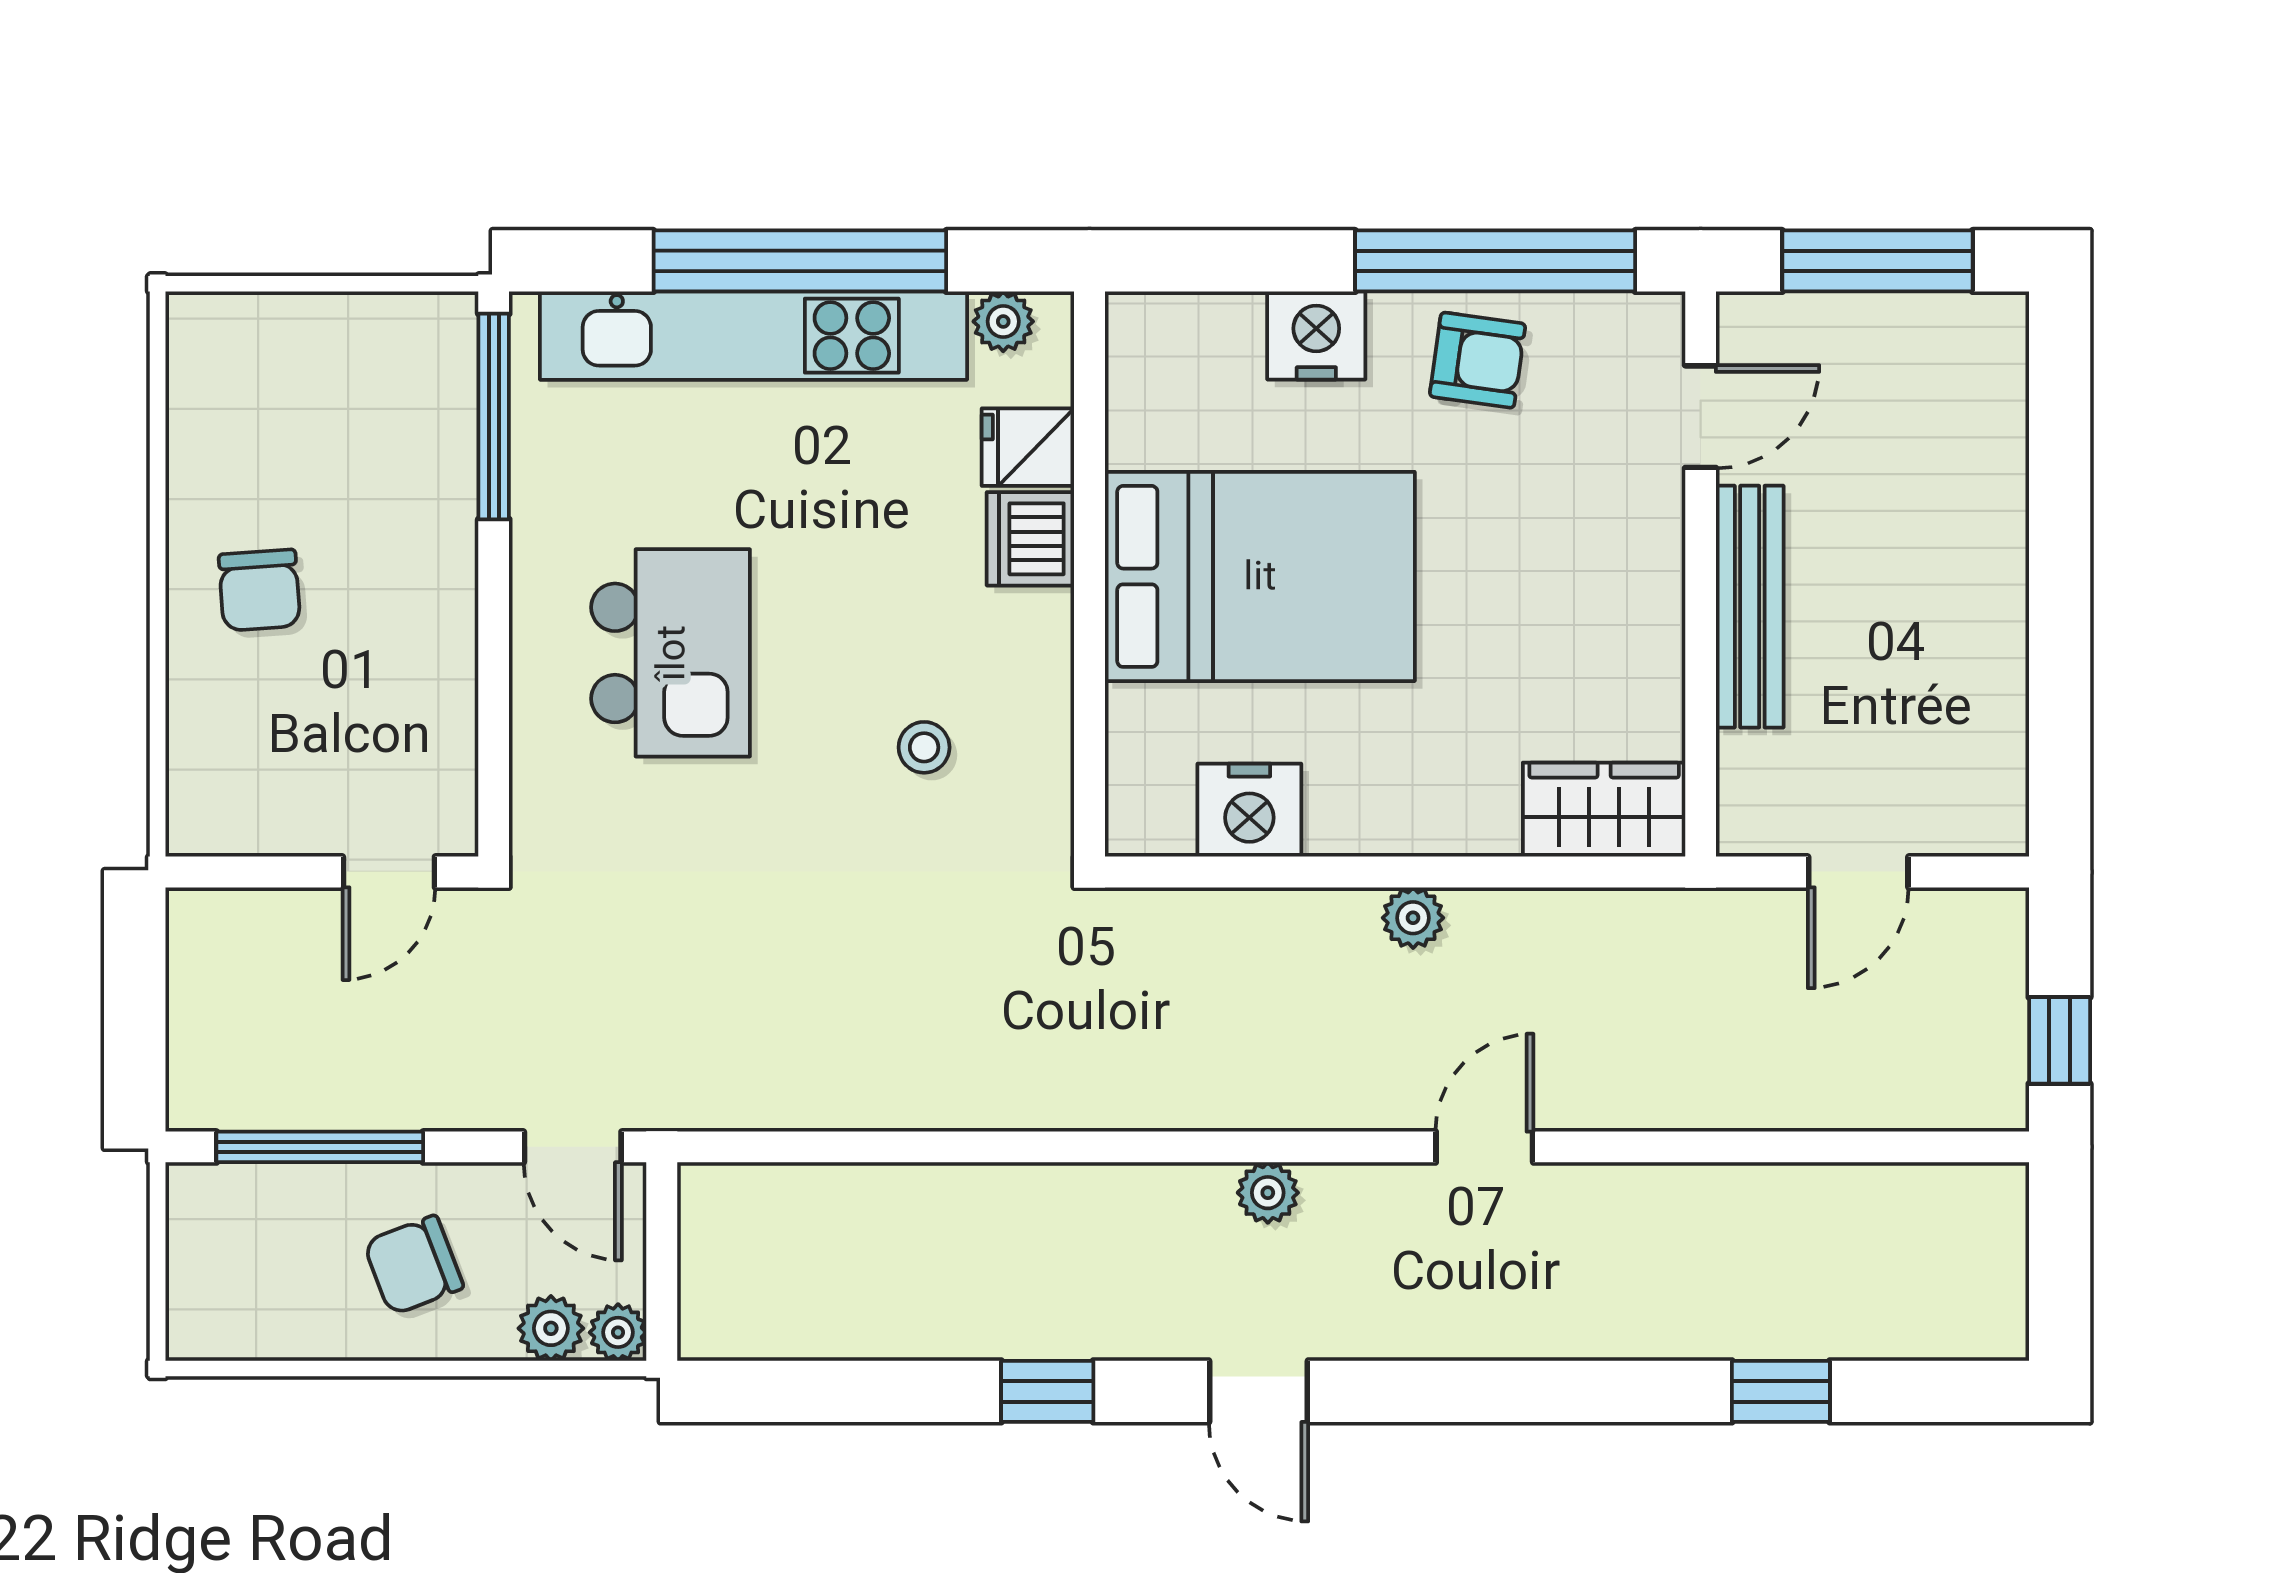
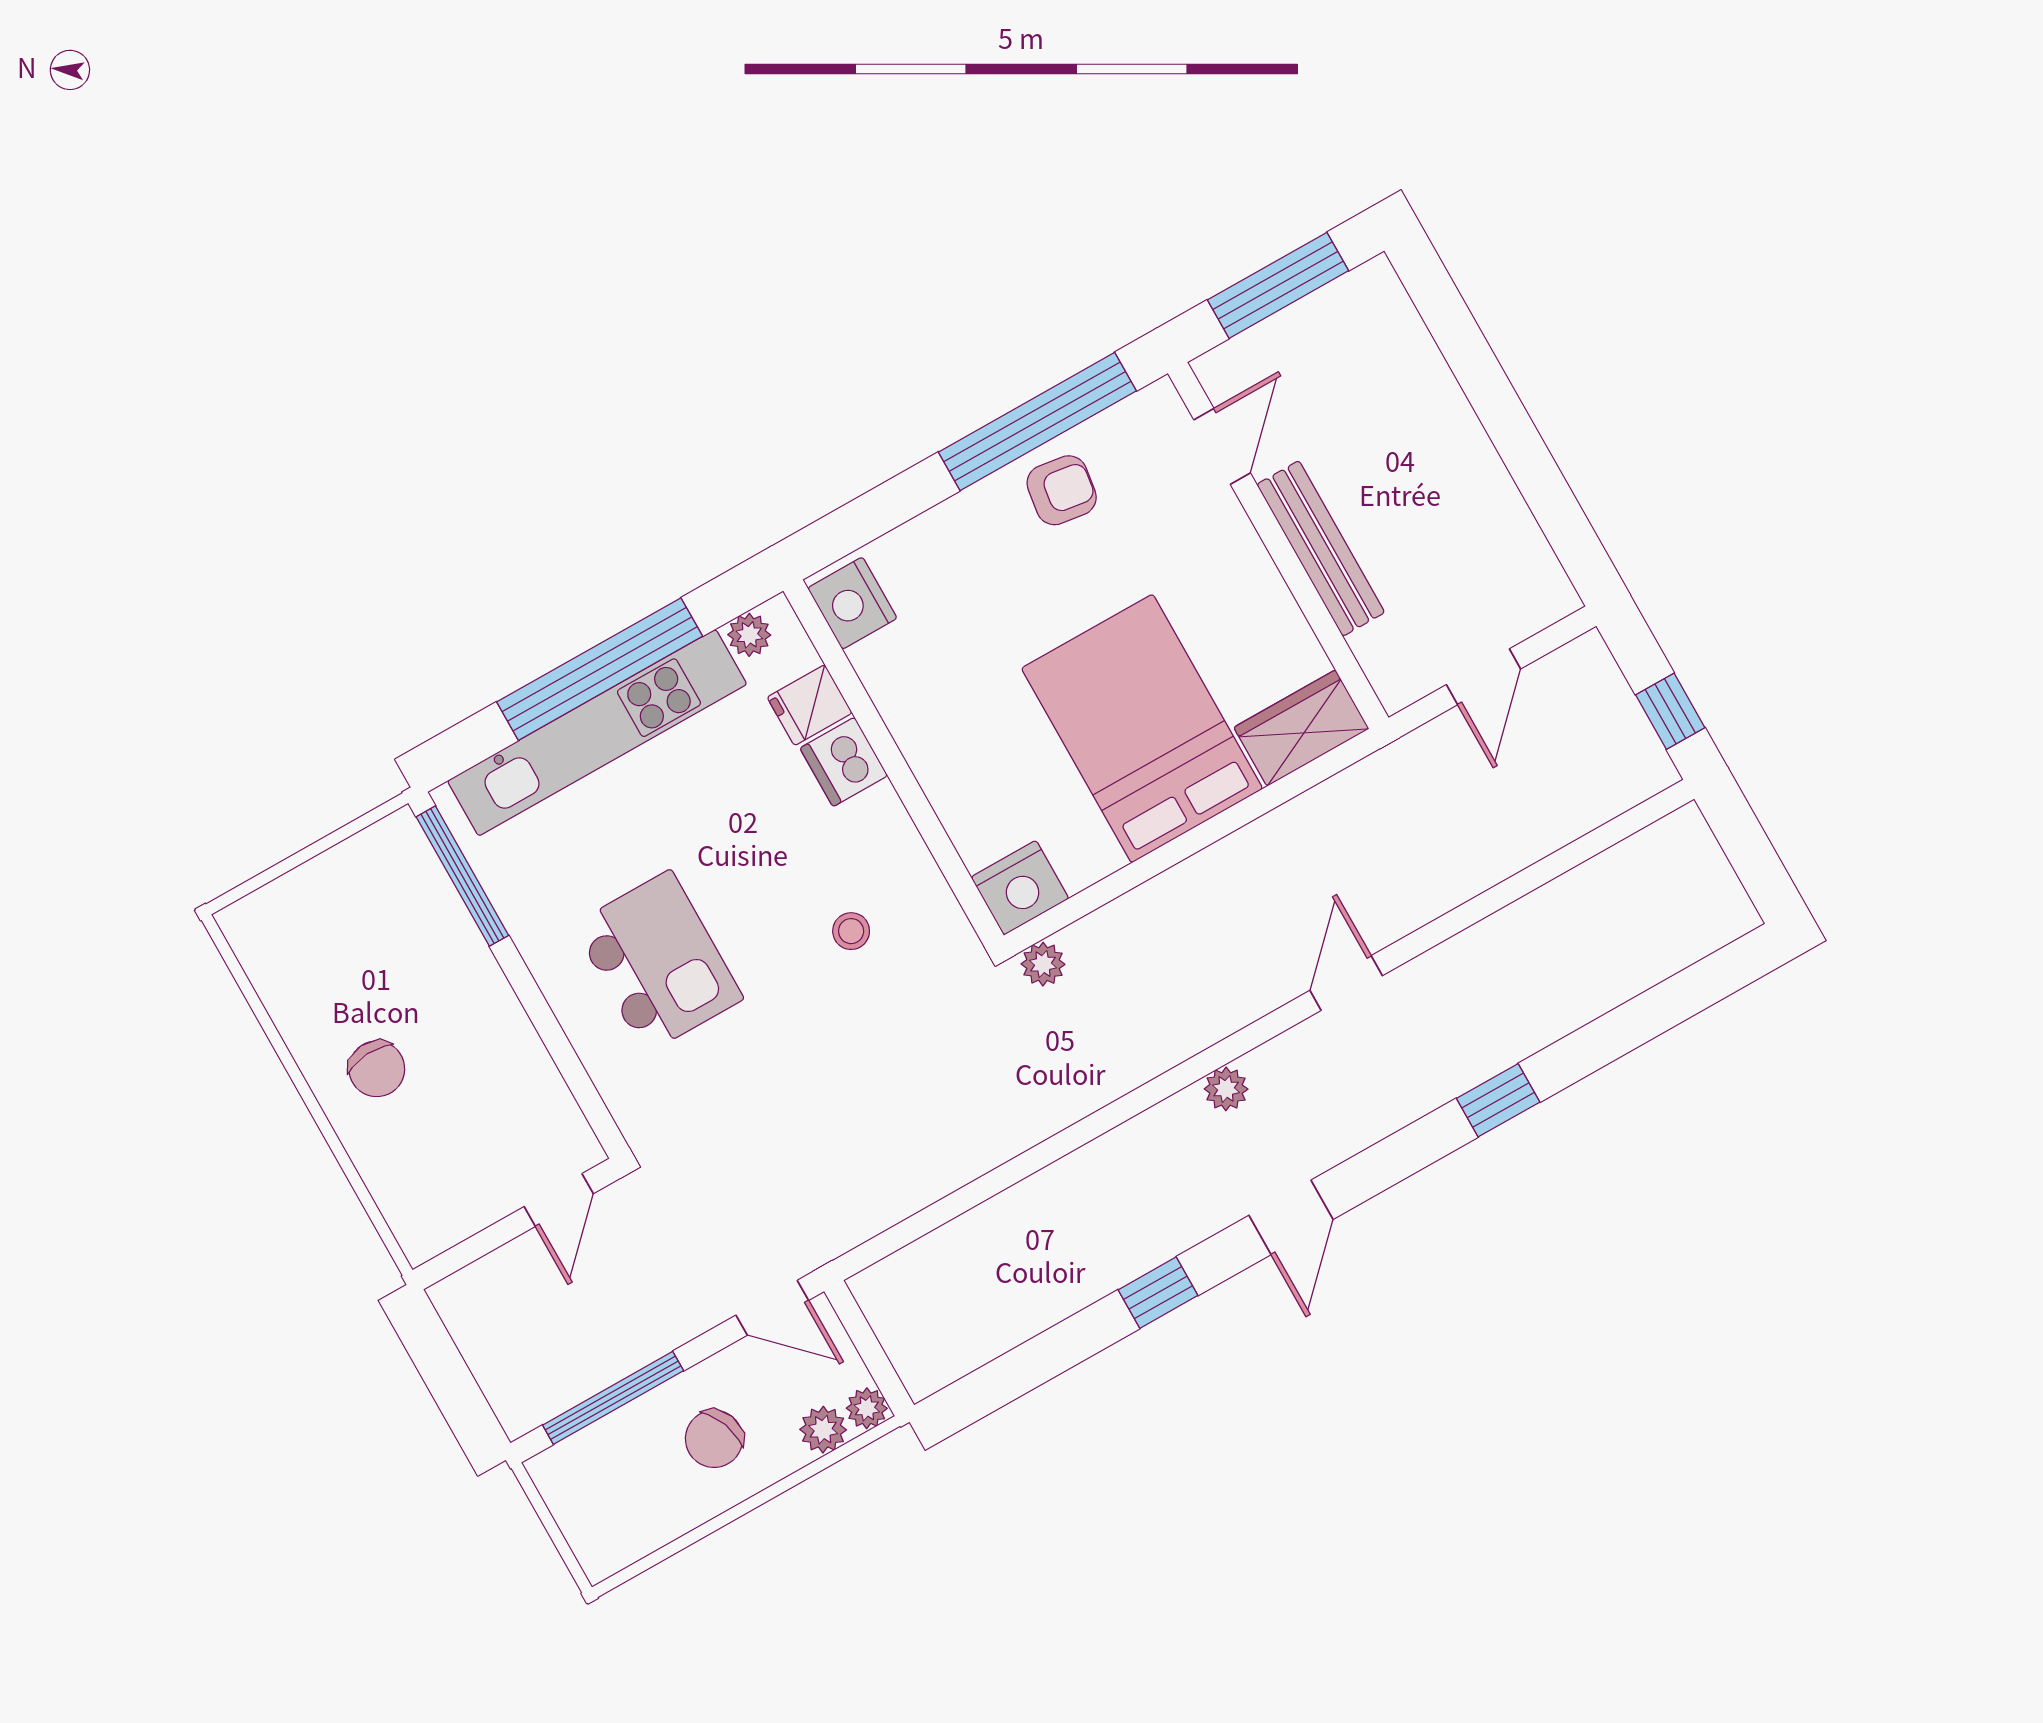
nightstand: (1316, 335) -> (852, 603), moved, turned -90
bed: (1260, 576) -> (1142, 729), moved, turned -90
nightstand: (1249, 810) -> (1020, 888), moved
plant: (1413, 918) -> (1043, 964), moved
door: (1258, 1391) -> (1291, 1217), hinge flipped
window: (1781, 1391) -> (1498, 1100), moved

